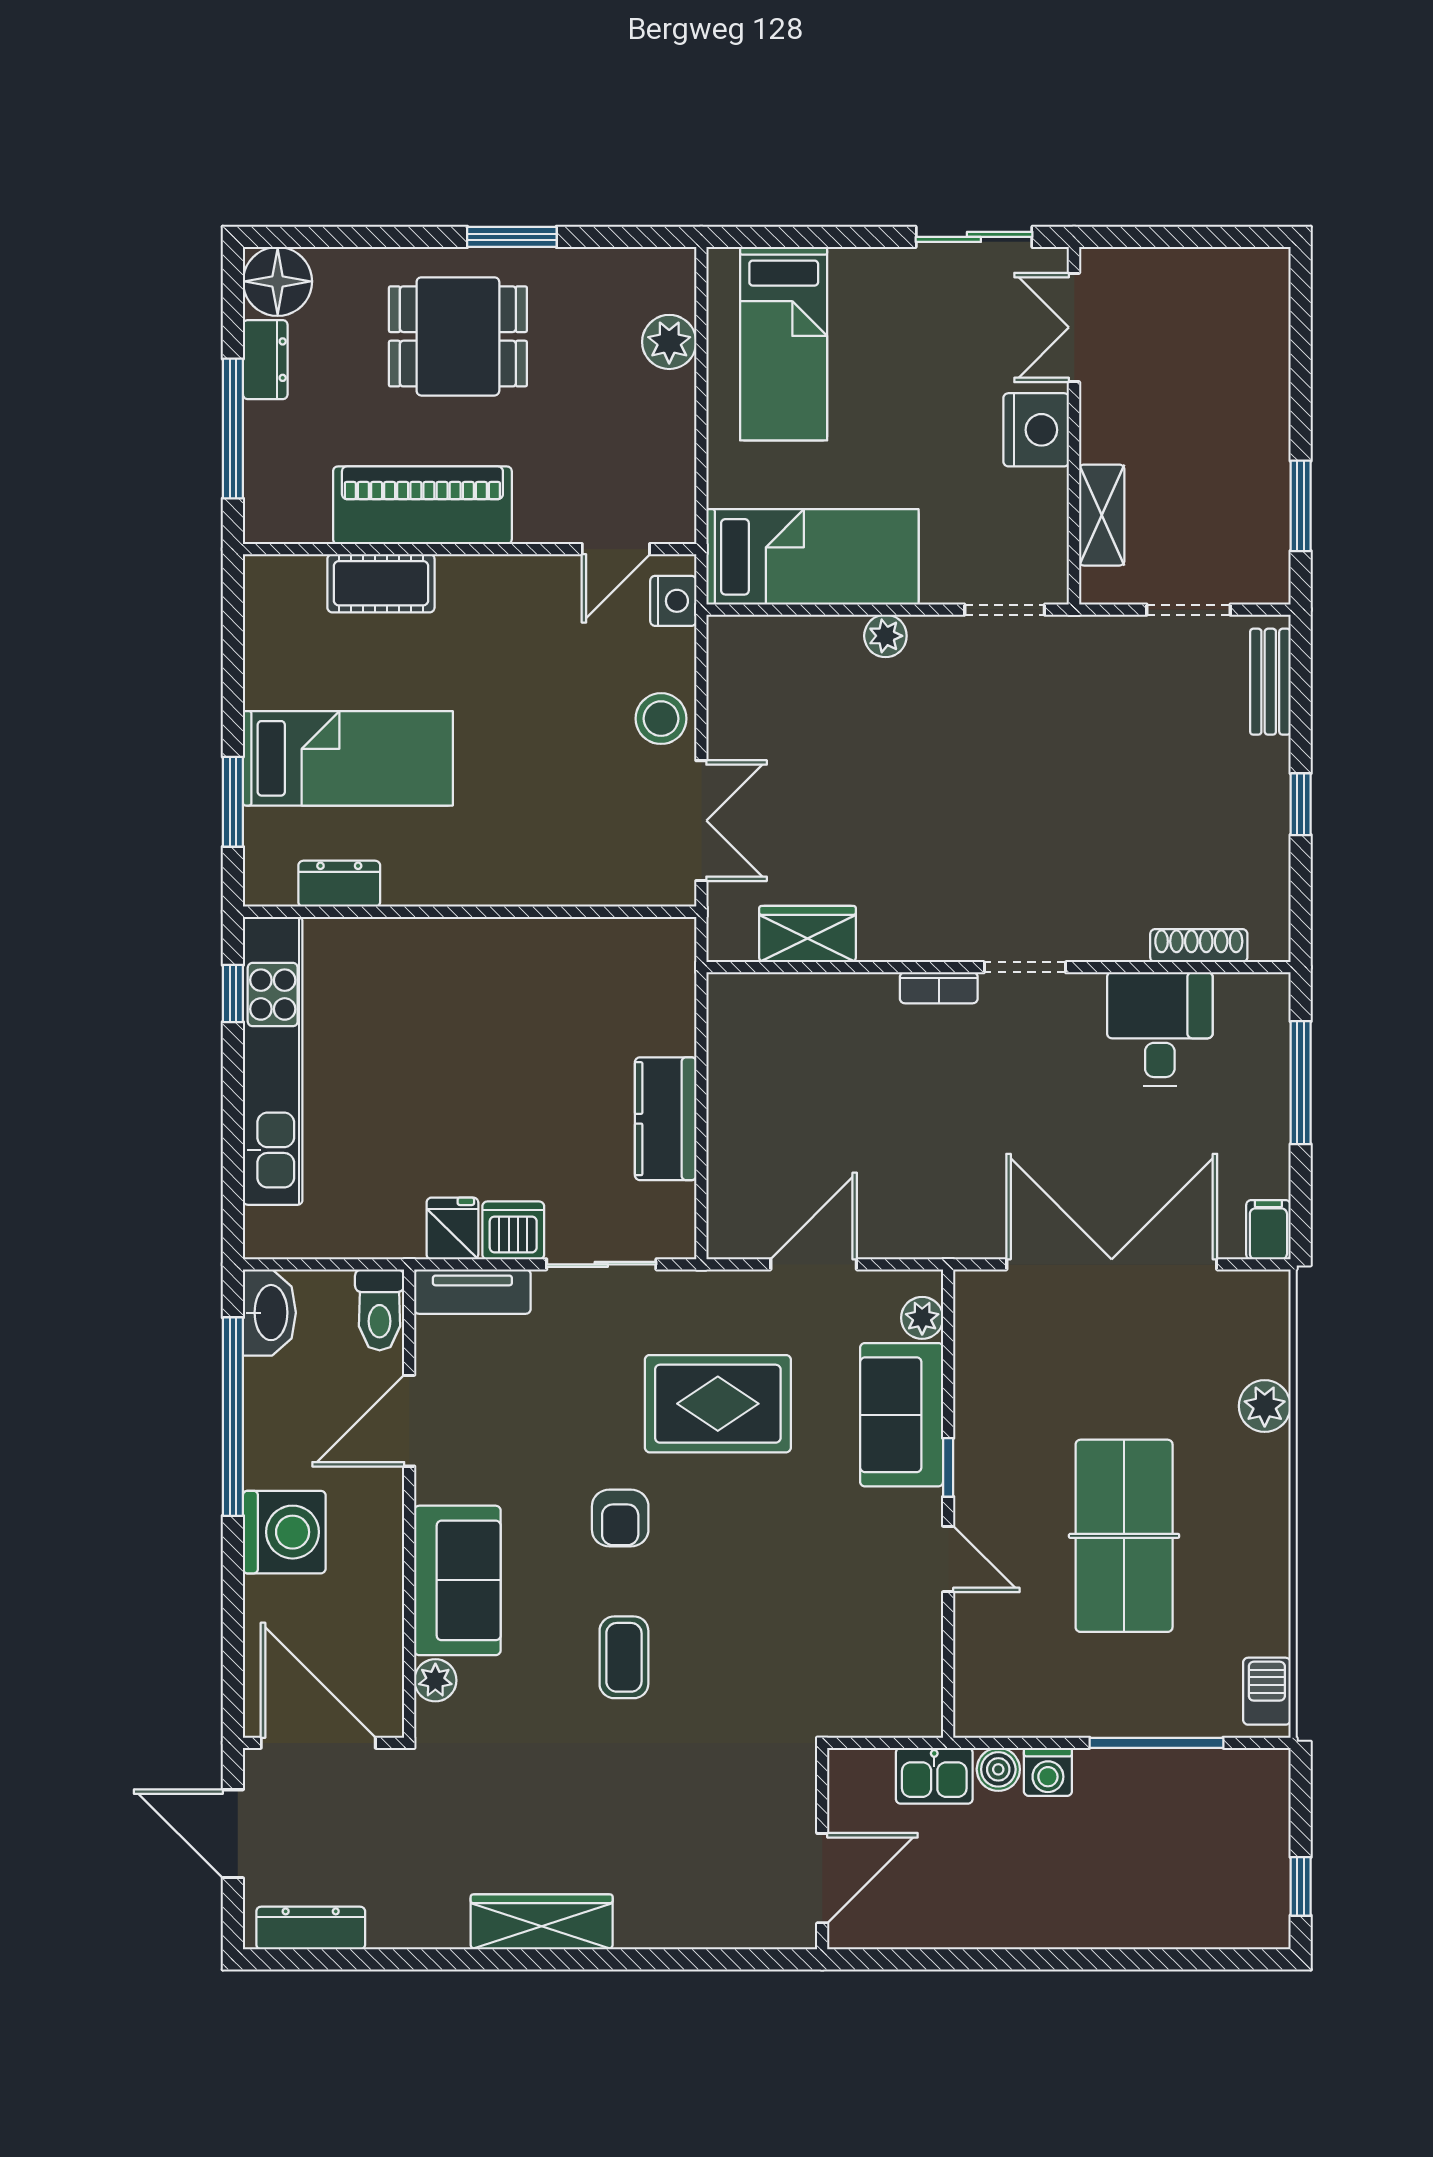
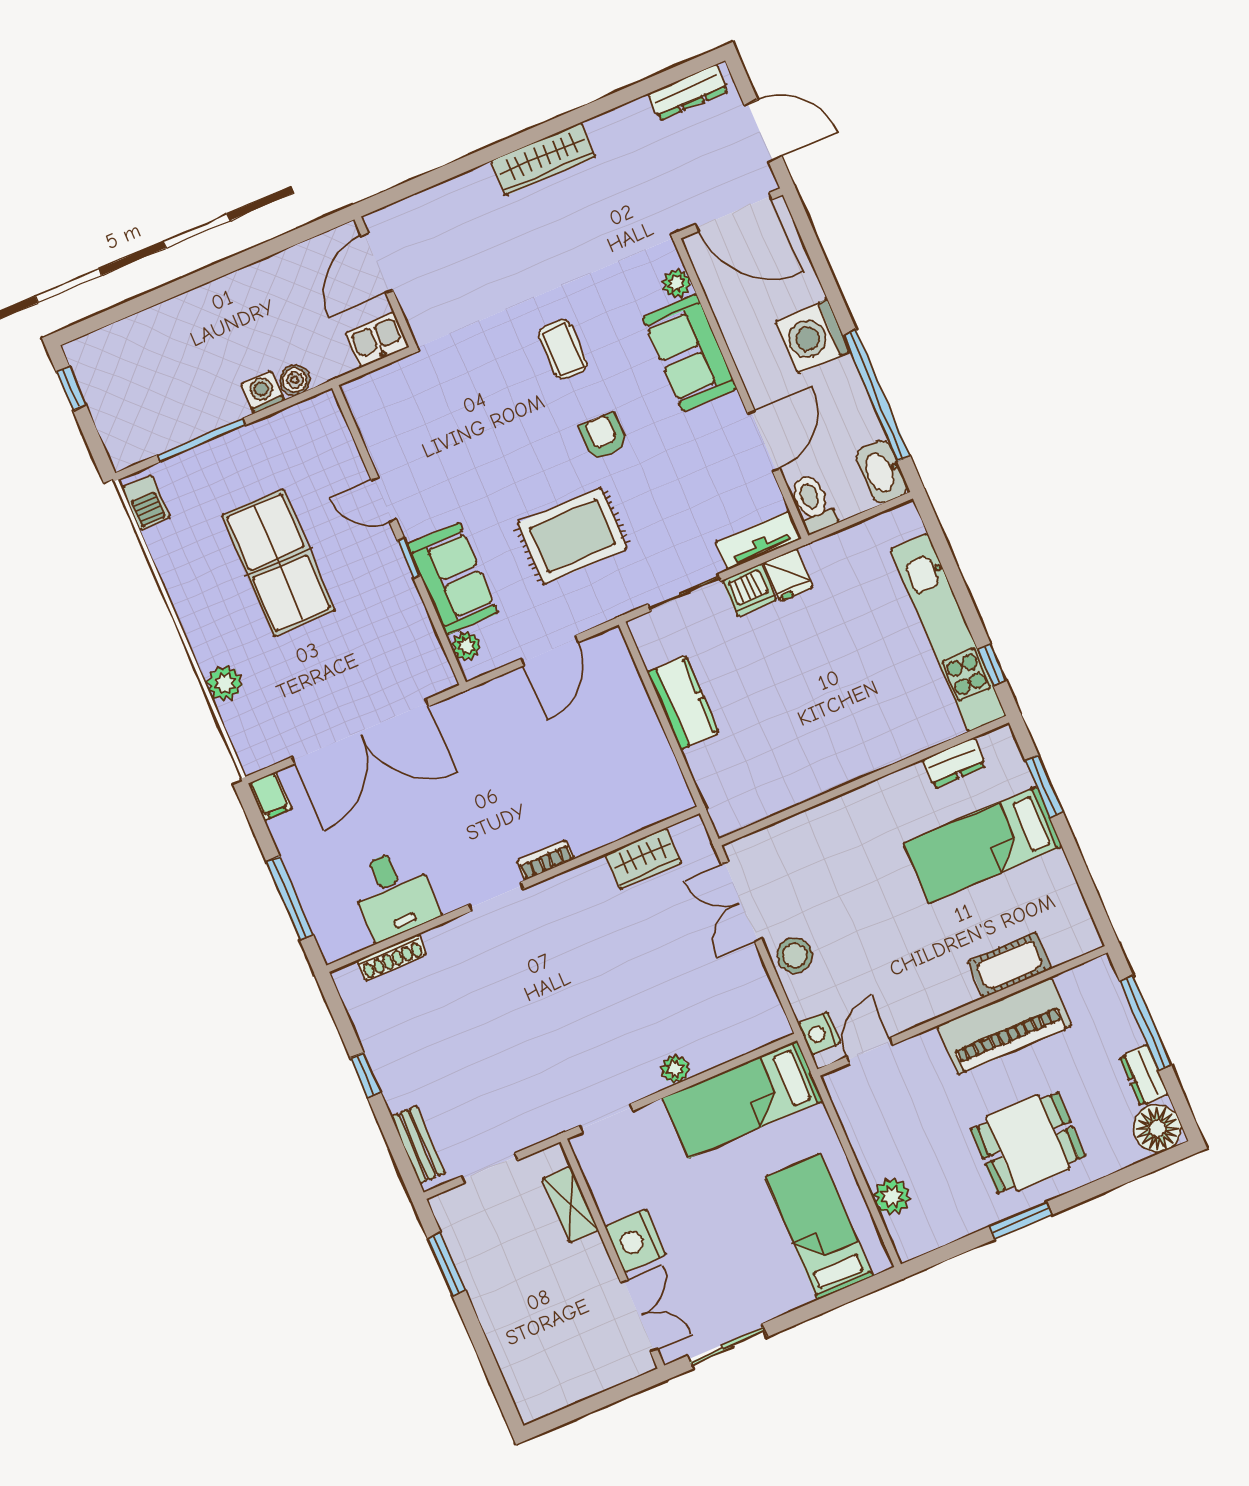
kitchen sink: (934, 1776) -> (377, 340), moved

